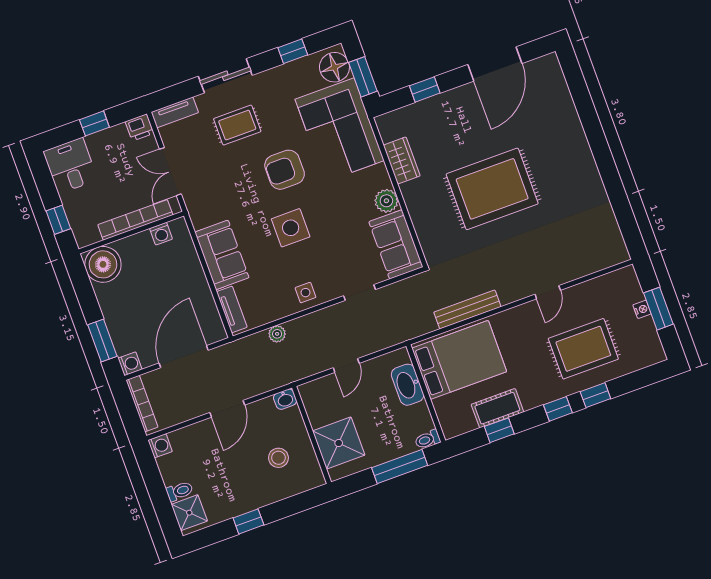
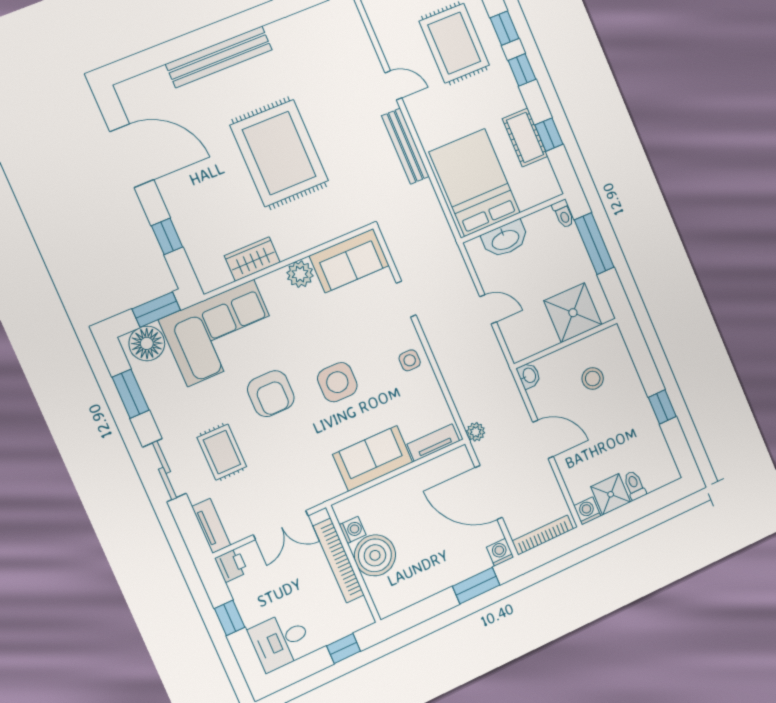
window: (293, 51) -> (131, 394), width x1.50
bench: (577, 142) -> (219, 57), added
boiler: (103, 264) -> (375, 555), moved
bench: (467, 309) -> (405, 146), moved
plant: (277, 334) -> (476, 432), moved
shower: (189, 513) -> (611, 494), moved

